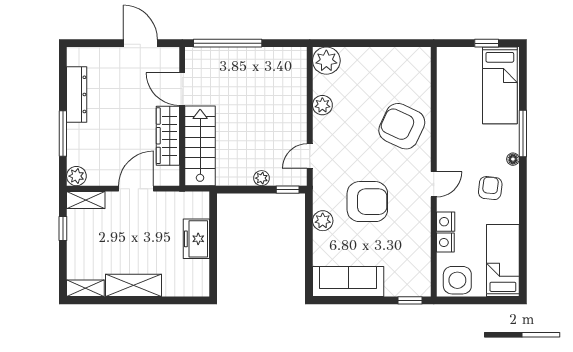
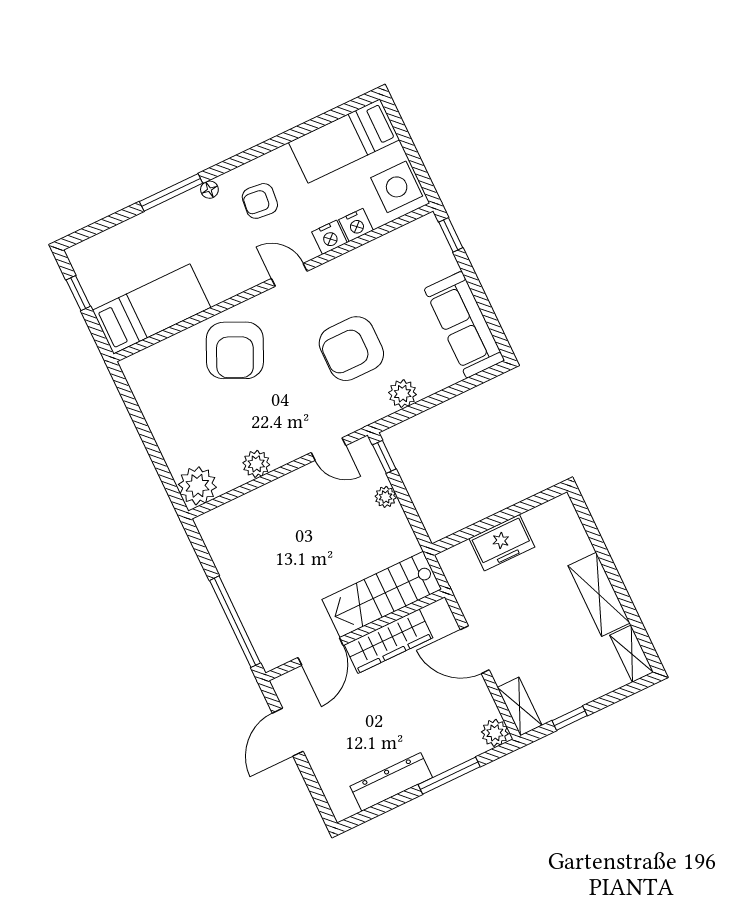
bed: (500, 85) -> (152, 309), moved
armchair: (367, 202) -> (351, 349), turned -90

